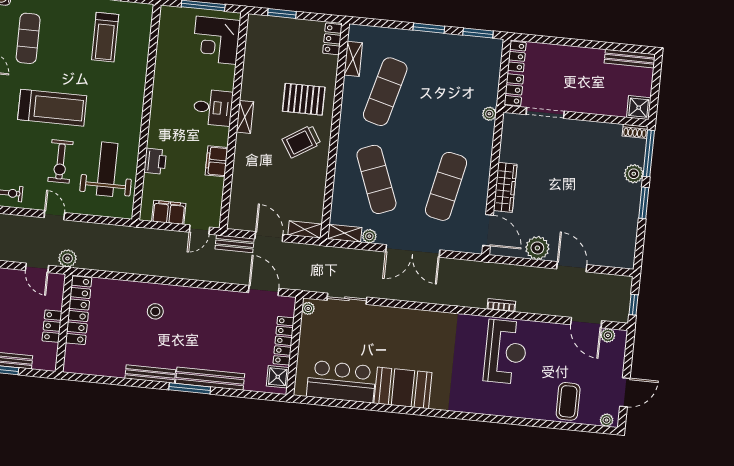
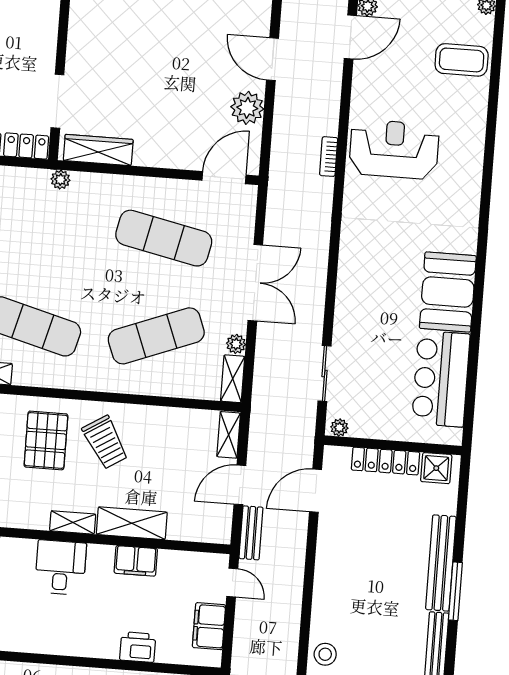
shelving: (243, 159) -> (132, 523), added
wardrobe: (505, 187) -> (98, 150), moved
door: (572, 267) -> (273, 59), hinge flipped
stool: (155, 311) -> (325, 654), moved

